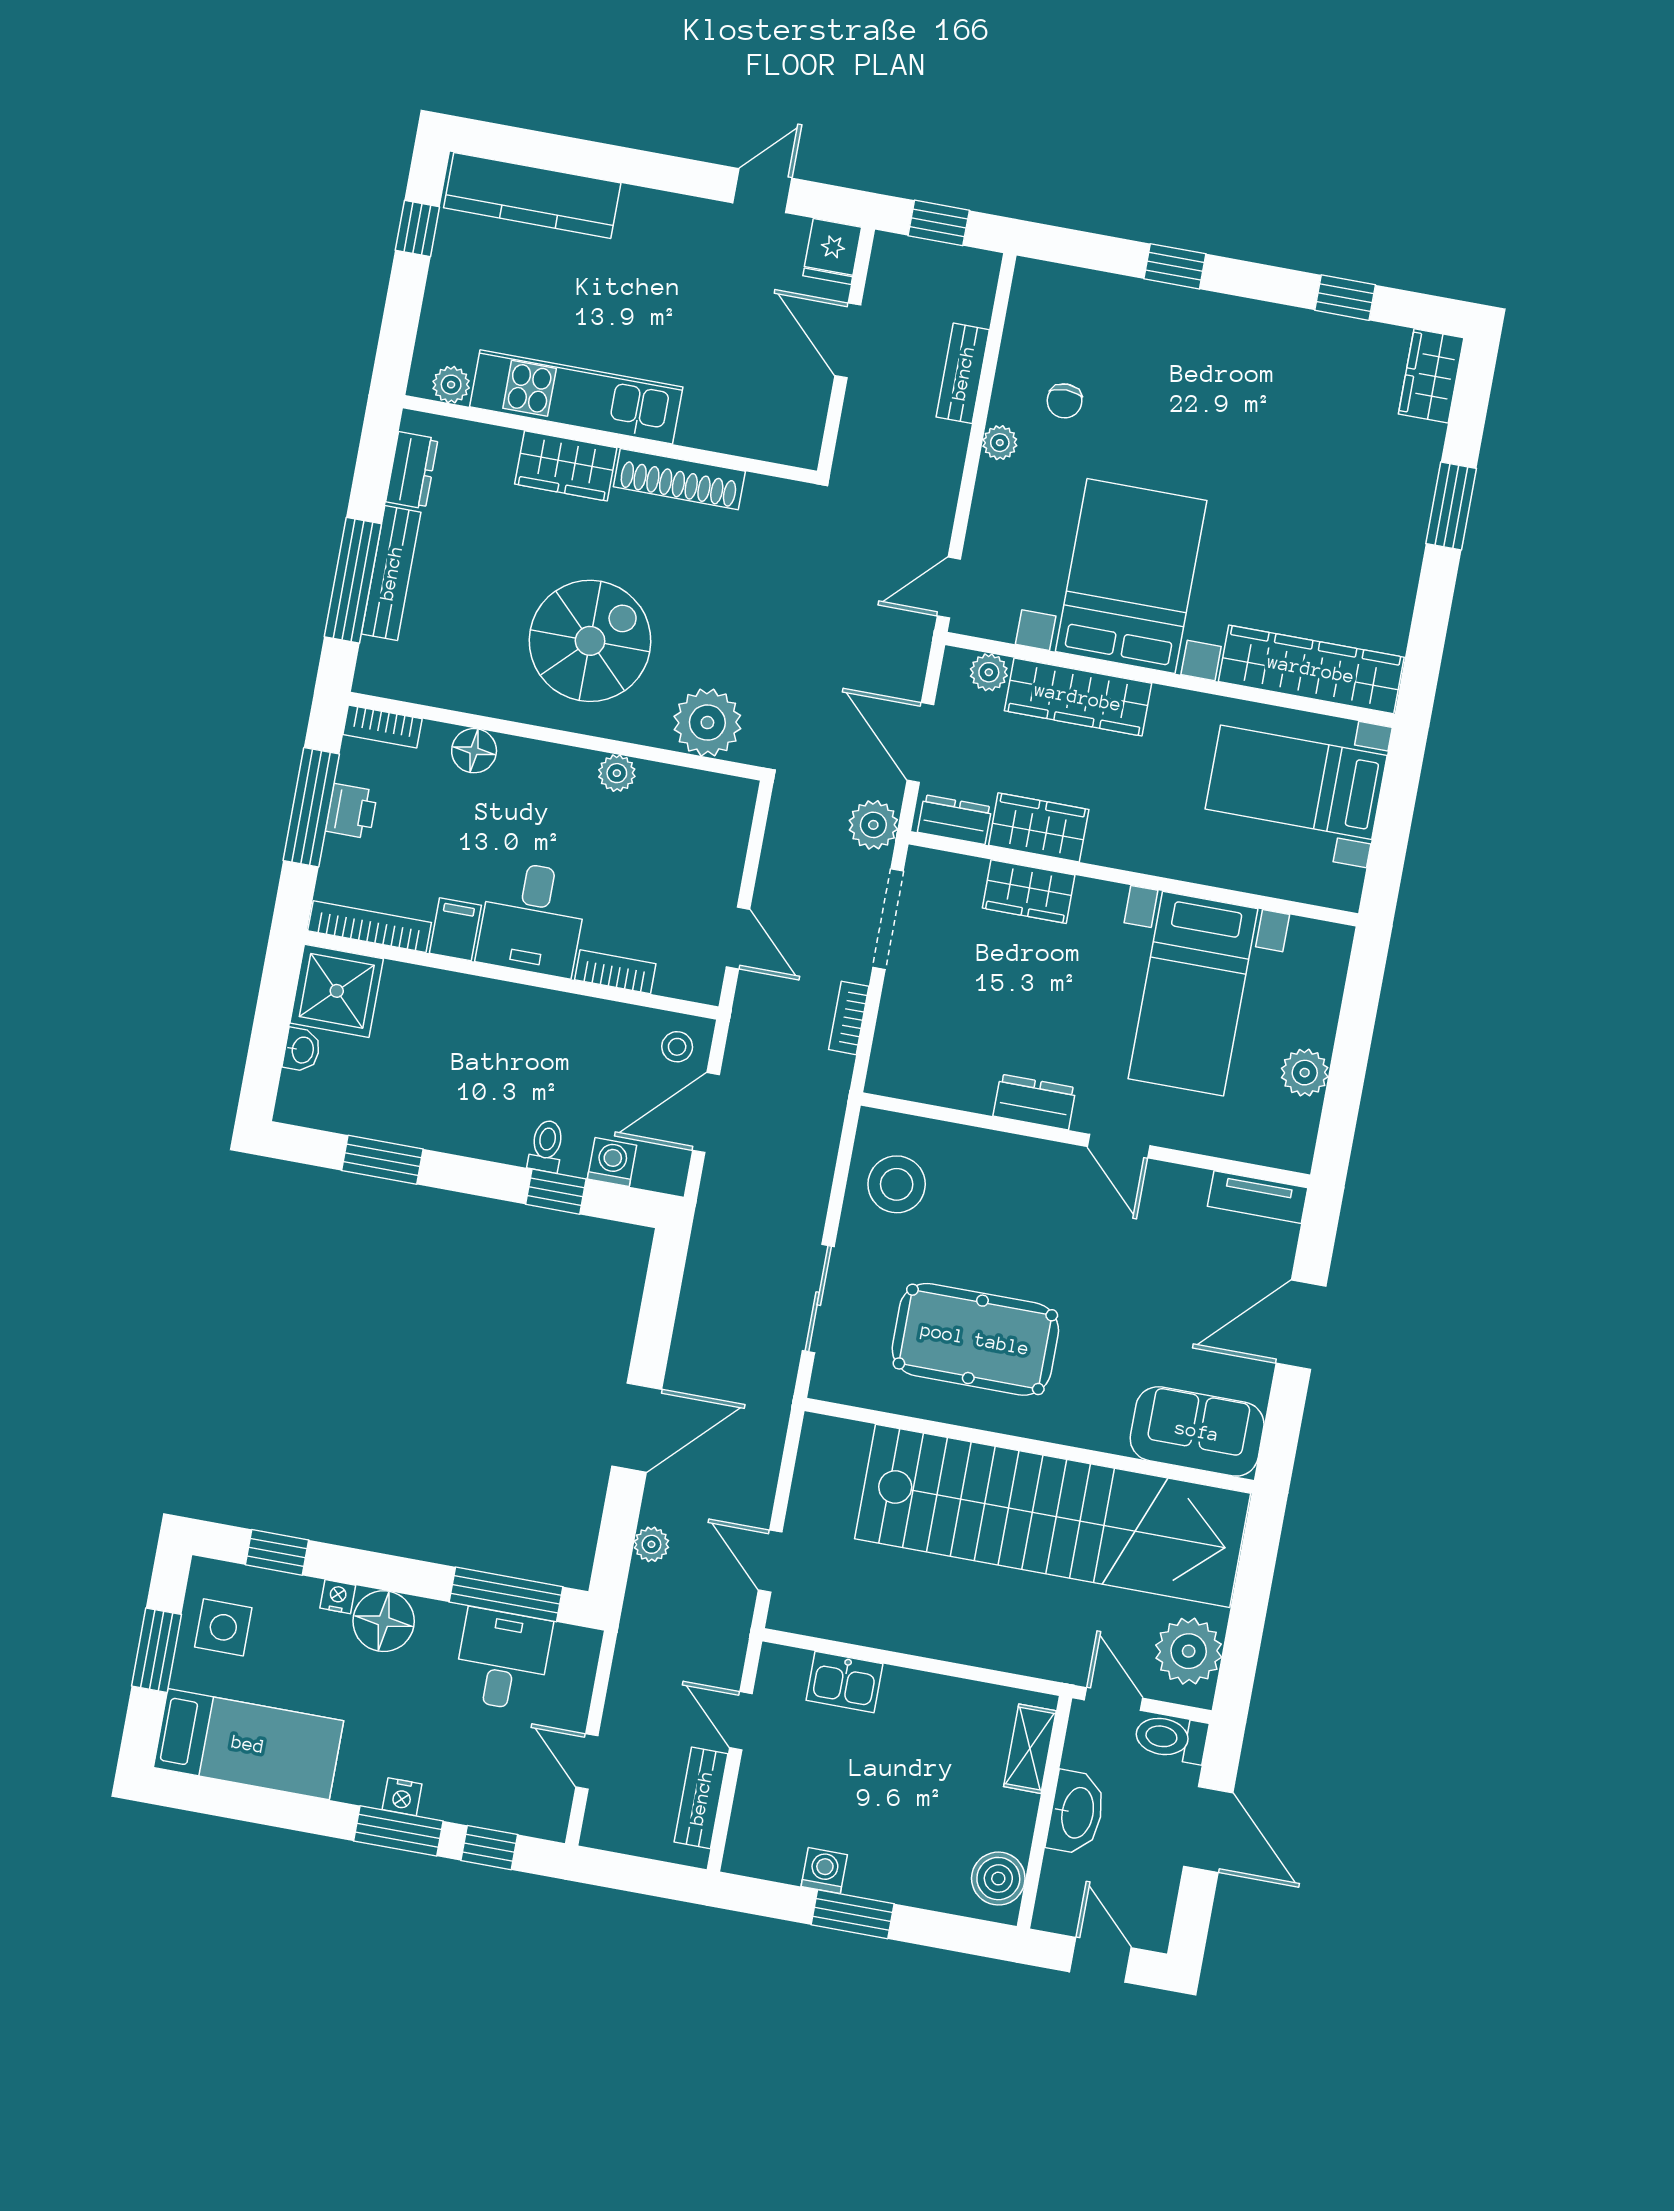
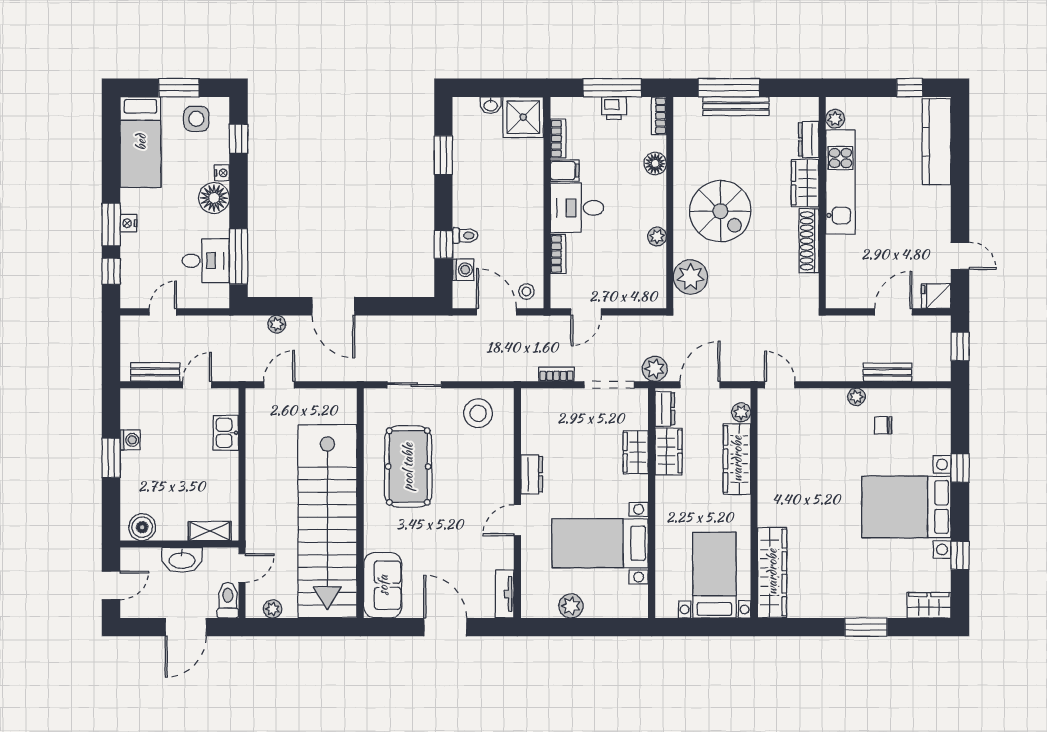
dresser: (412, 470) -> (809, 139), moved, turned 90
bed with nightstands: (1131, 576) -> (906, 507), moved, turned 180
bookcase: (370, 927) -> (558, 139), width x0.64
plant: (1189, 1651) -> (273, 609), width x0.53, depth x0.53

